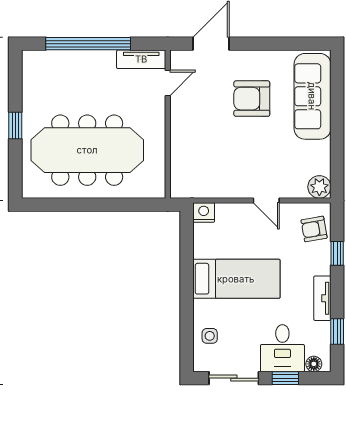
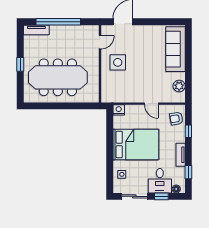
tv unit: (141, 59) -> (36, 30), moved
armchair: (252, 99) -> (144, 50), removed
side table: (202, 122) -> (118, 62), added
plant: (319, 187) -> (179, 86), moved
bed: (236, 279) -> (136, 144), width x1.50

